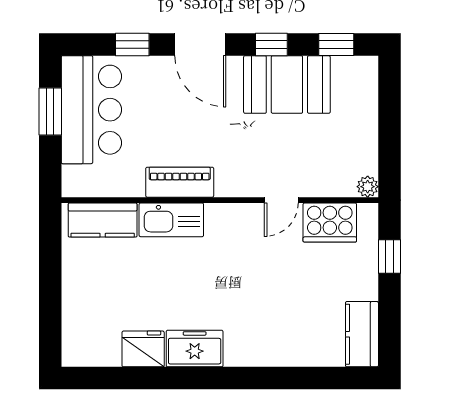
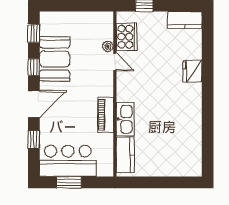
plant: (368, 187) -> (108, 46), moved
fridge: (143, 349) -> (192, 71), moved
freezer: (195, 349) -> (192, 107), removed

